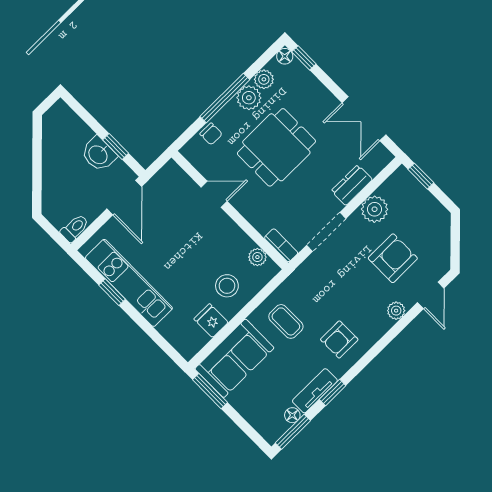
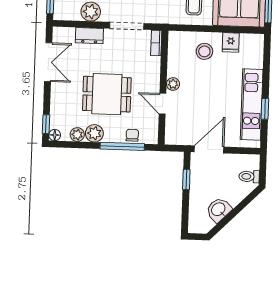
window: (225, 98) -> (122, 146), moved
washbasin: (99, 154) -> (219, 210), moved, turned -135
toilet: (75, 228) -> (249, 176), moved
plant: (257, 257) -> (173, 84), moved

